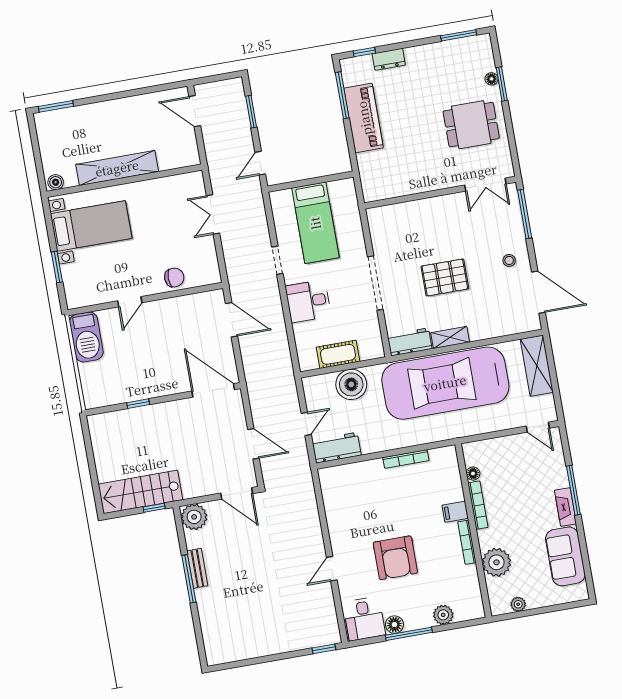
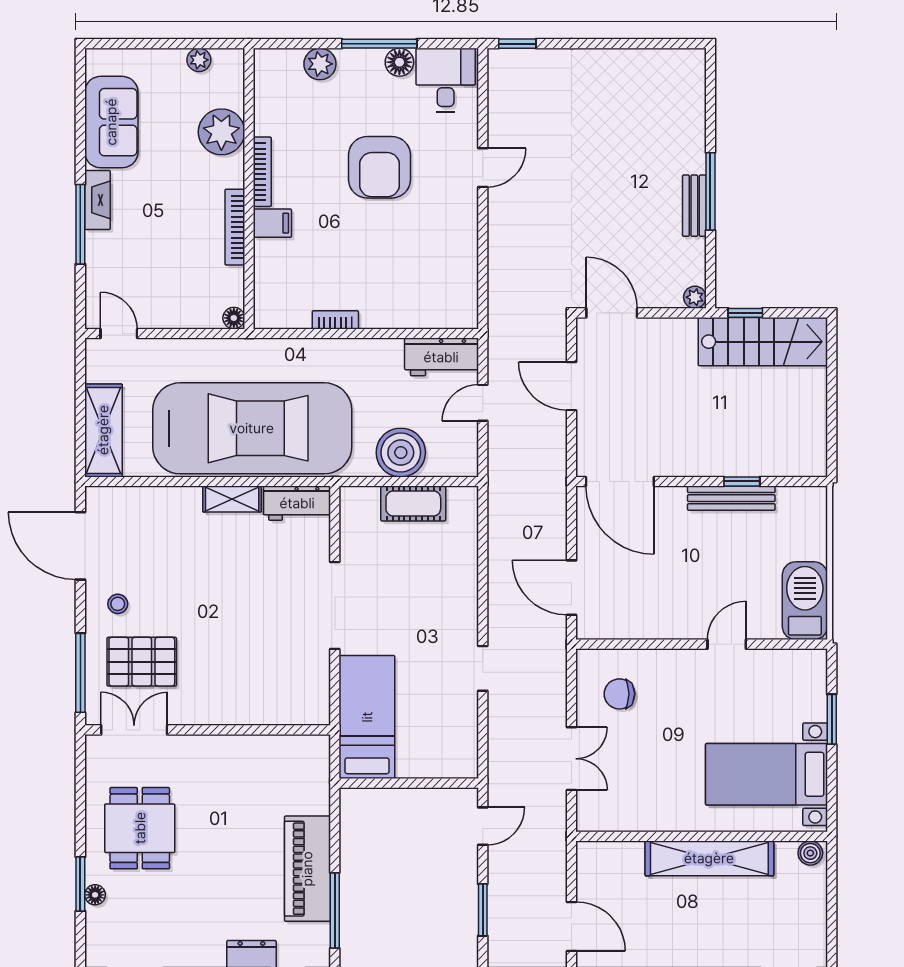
dining table: (471, 125) -> (140, 828), turned 90
bed: (315, 223) -> (367, 717), moved
pallet: (445, 277) -> (142, 662), moved
chair: (174, 278) -> (619, 694), moved
desk: (308, 301) -> (446, 595), removed
bench: (143, 392) -> (731, 498), added
bookcase: (406, 459) -> (335, 320), width x0.64
floor lamp: (473, 474) -> (234, 318), moved
plant: (194, 517) -> (695, 297), width x0.53, depth x0.53
armchair: (395, 558) -> (379, 167), turned 180

